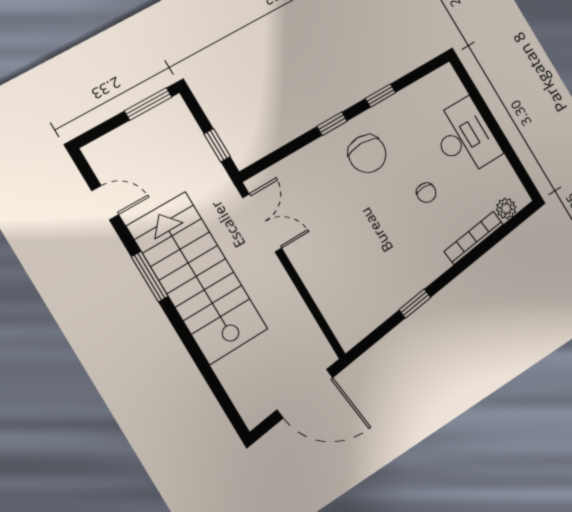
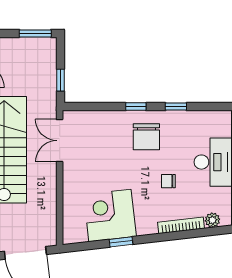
chair: (426, 193) -> (168, 181), turned 90
double door: (262, 223) -> (60, 141), swing flipped
corner desk: (382, 279) -> (110, 215), added

